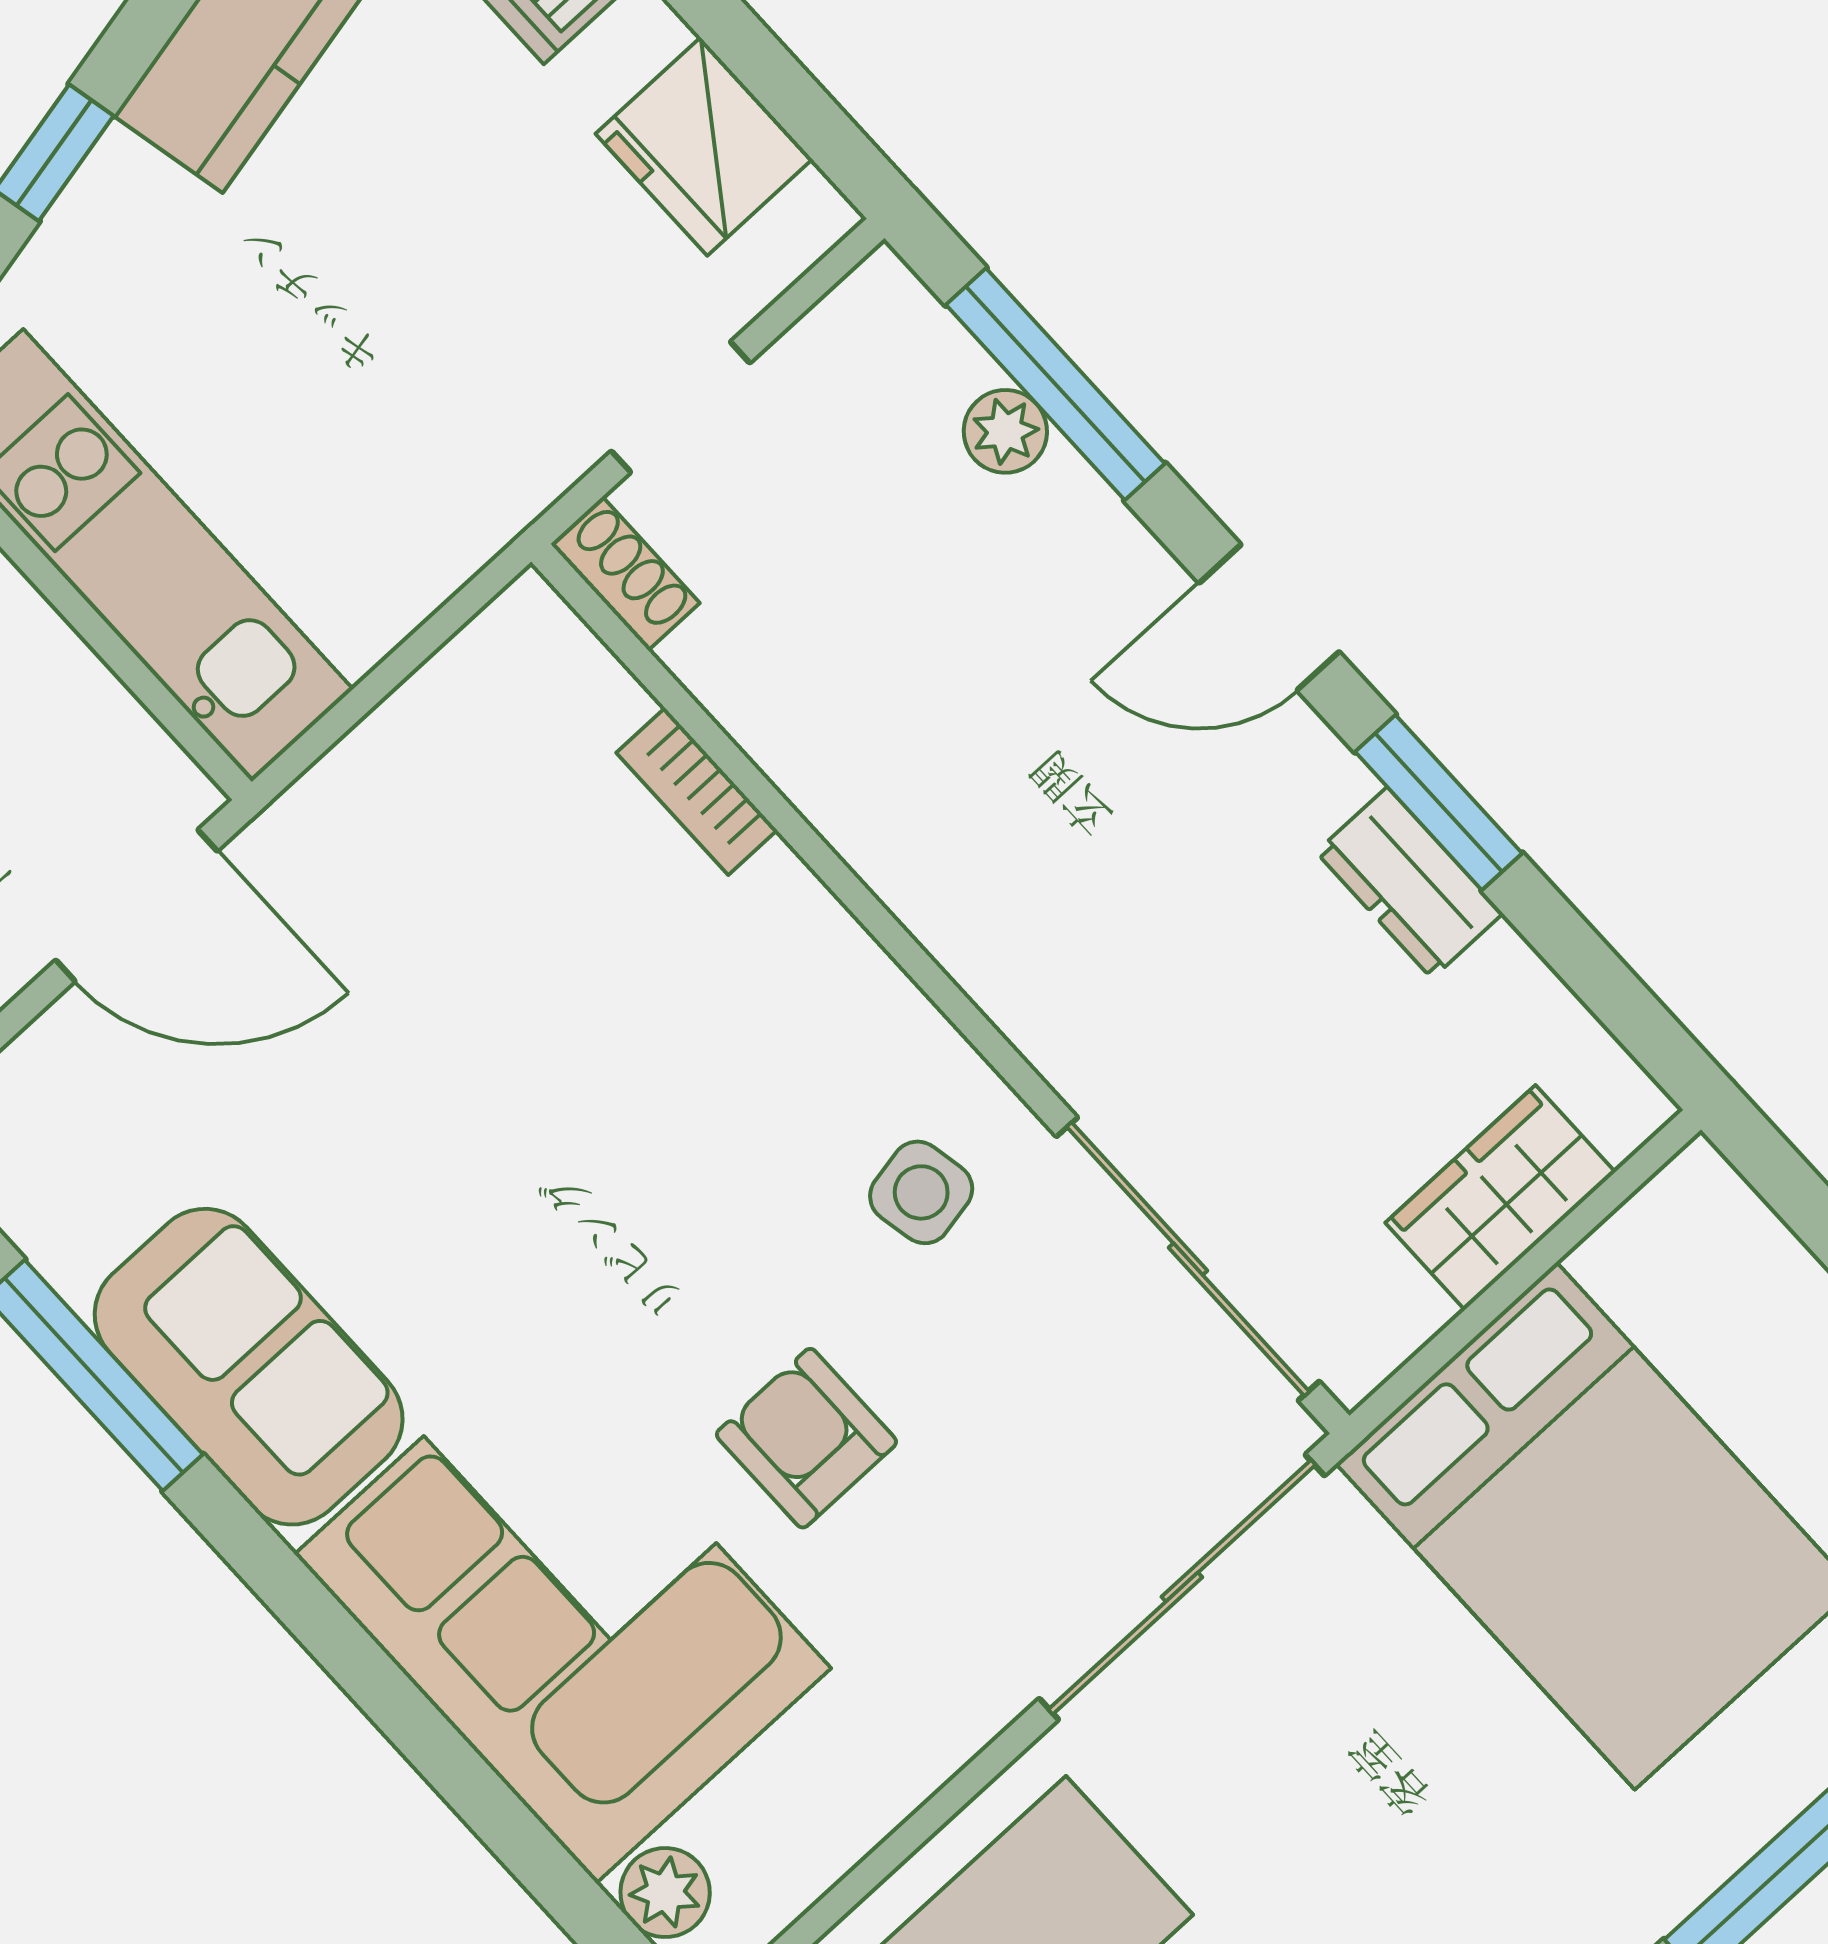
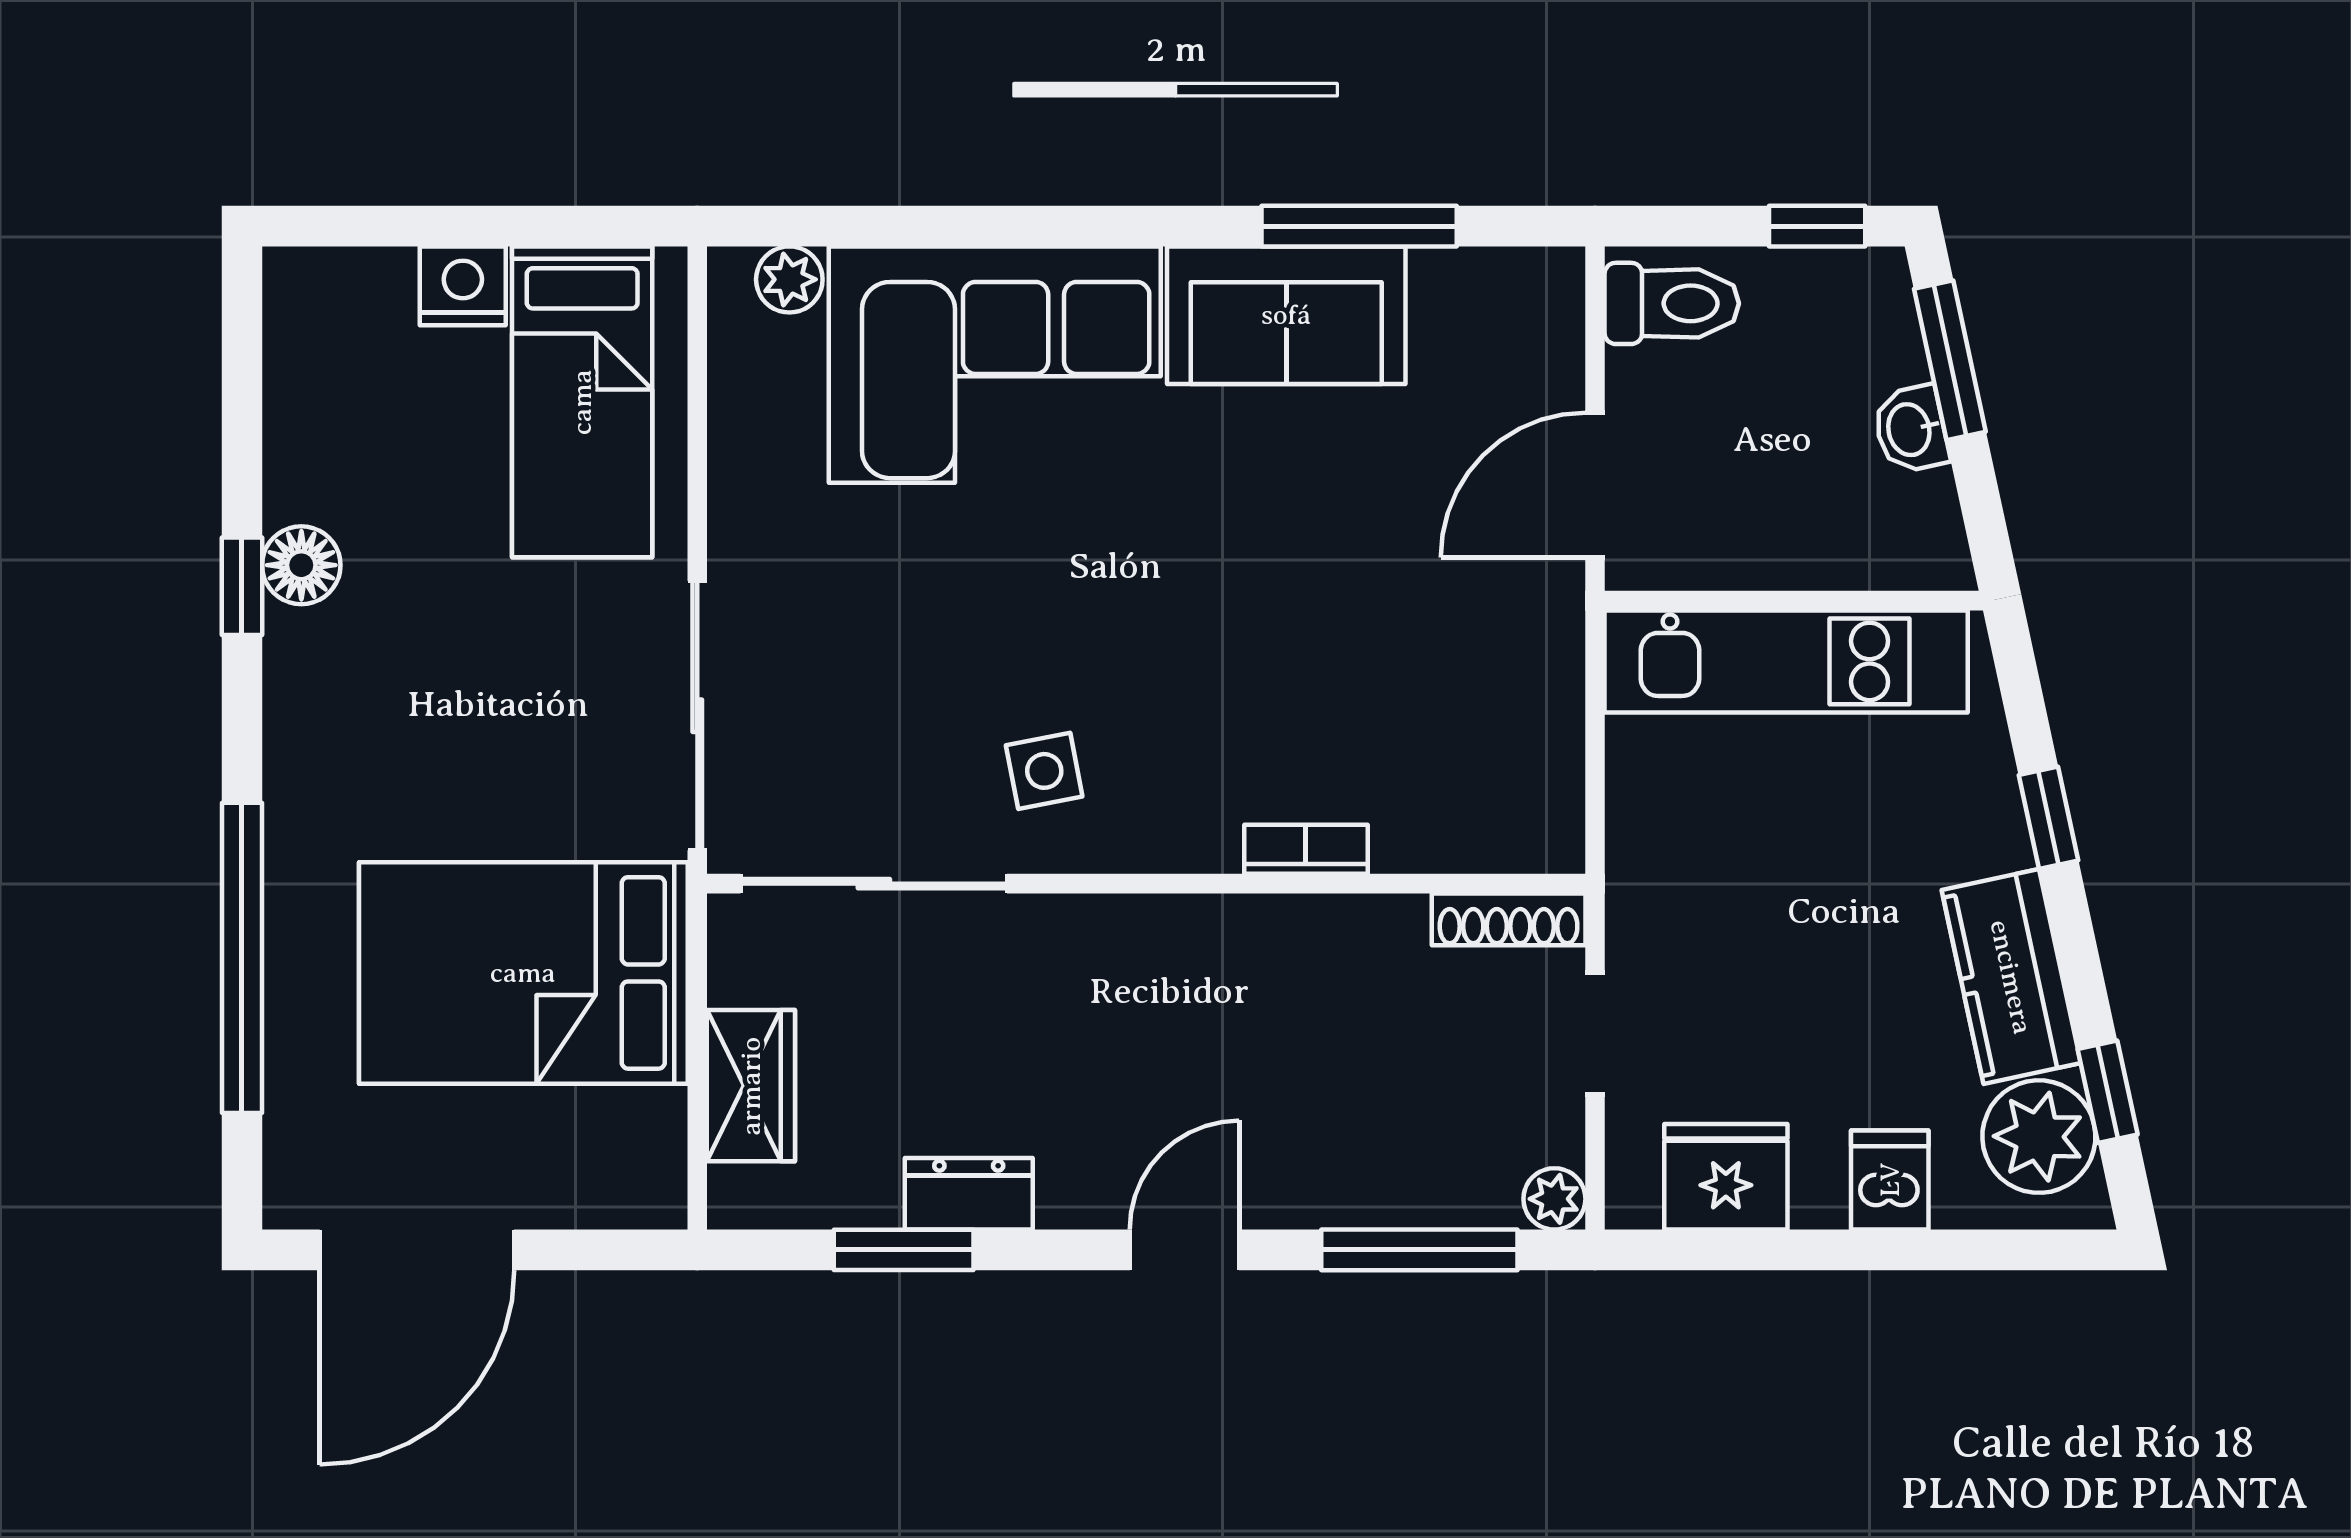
plant: (1005, 431) -> (1554, 1199), moved
shoe rack: (625, 574) -> (1509, 919), width x1.43
bookcase: (697, 791) -> (1306, 849), moved
window: (1439, 802) -> (904, 1250), moved
armchair: (806, 1438) -> (967, 585), removed

